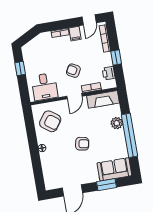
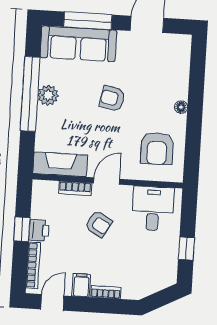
printer: (109, 73) -> (39, 230), moved
armchair: (50, 121) -> (157, 148), turned -126
plant: (117, 123) -> (48, 95), moved
sofa: (114, 169) -> (78, 44), width x1.36
window: (106, 185) -> (88, 21), width x1.44

